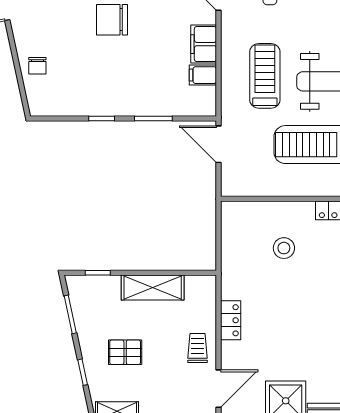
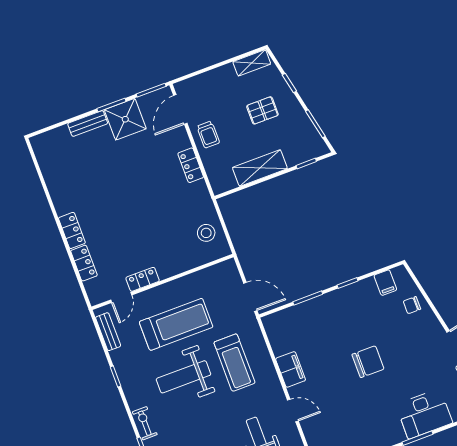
chair: (37, 66) -> (412, 305), turned -90
filing cabinet: (203, 75) -> (385, 283), moved, turned 90
stool: (284, 248) -> (206, 233), moved

